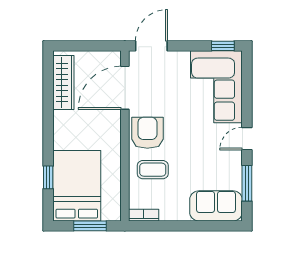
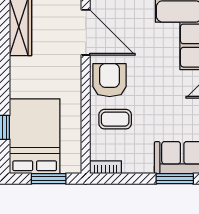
door: (125, 88) -> (86, 32), swing flipped
window: (209, 226) -> (175, 179), added

